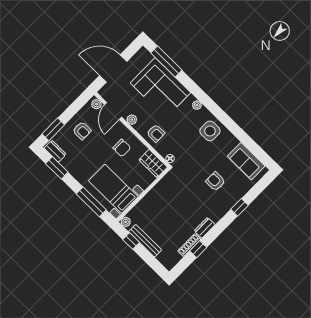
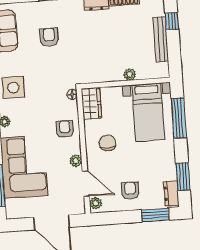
door: (113, 111) -> (86, 184), hinge flipped
armchair: (215, 181) -> (49, 37), turned 180
plant: (126, 222) -> (130, 75), moved
window: (131, 241) -> (172, 21), moved

